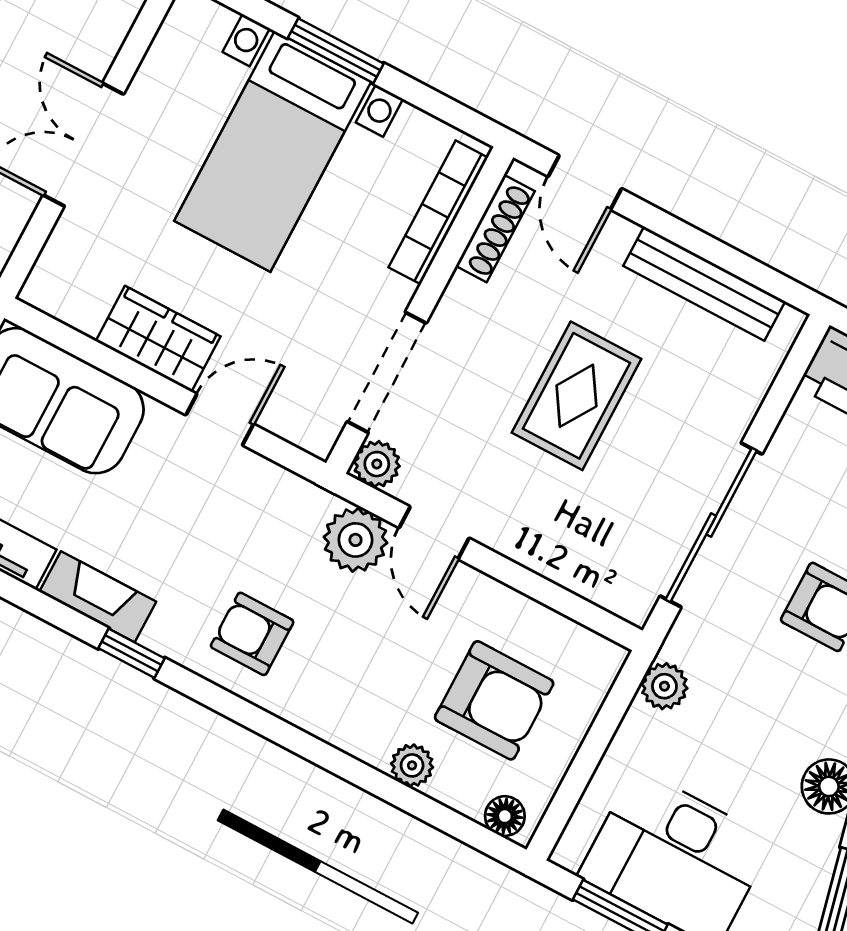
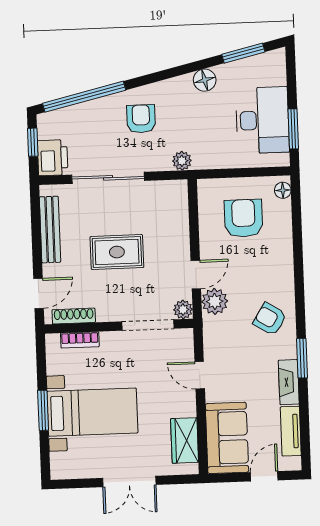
bookcase: (438, 212) -> (80, 340), width x0.64
wardrobe: (158, 339) -> (185, 440), moved
sliding door: (711, 525) -> (108, 178), moved
armchair: (252, 634) -> (270, 319), turned 122
window: (132, 653) -> (302, 358), width x1.50
plant: (664, 686) -> (182, 161), moved
plant: (412, 765) -> (284, 234), removed

